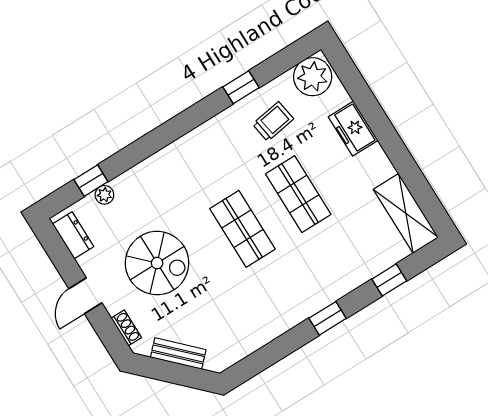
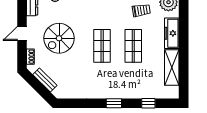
freezer: (353, 129) -> (172, 33), width x1.40
shelving: (406, 213) -> (172, 68), moved
spiral stairs: (157, 263) -> (59, 38), turned 90

